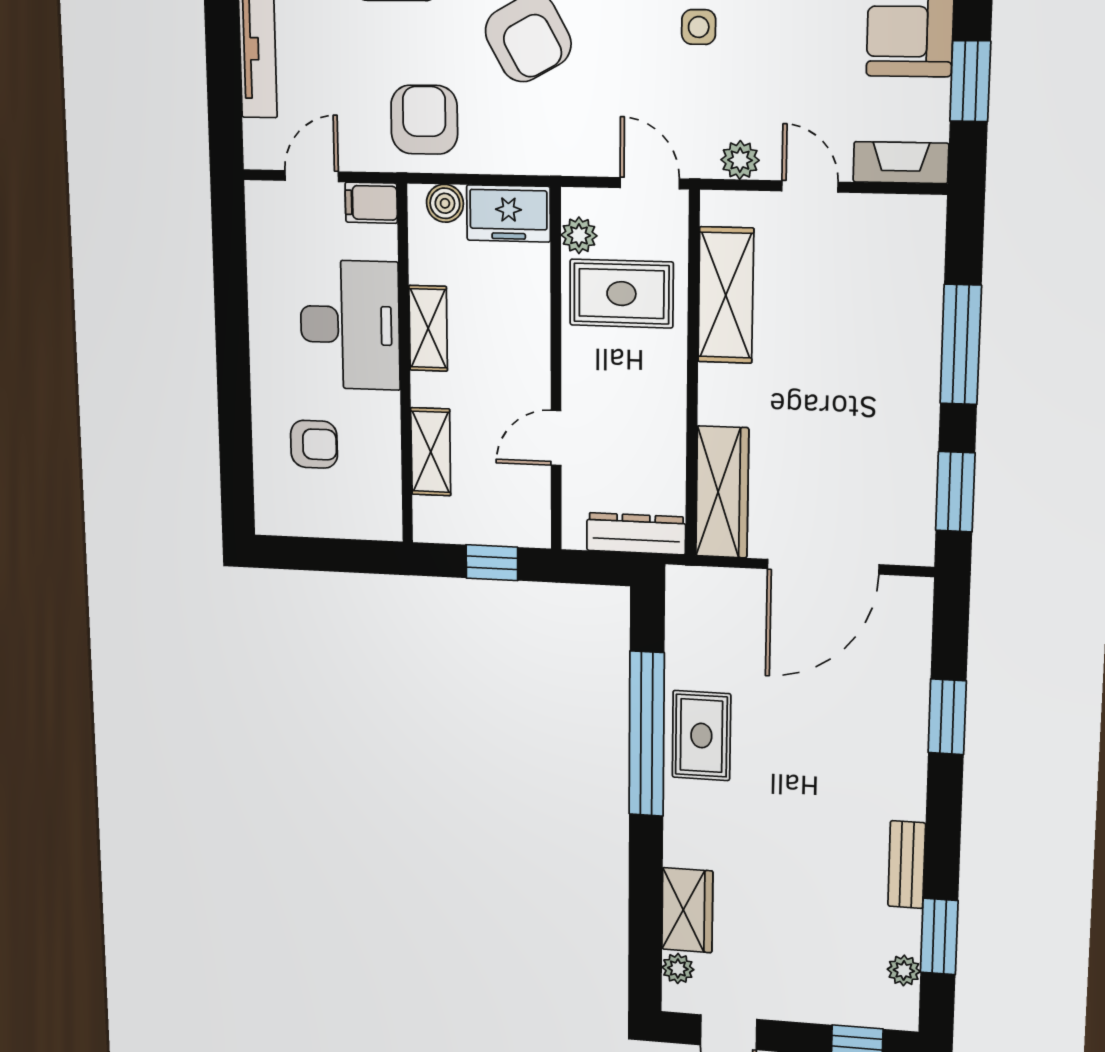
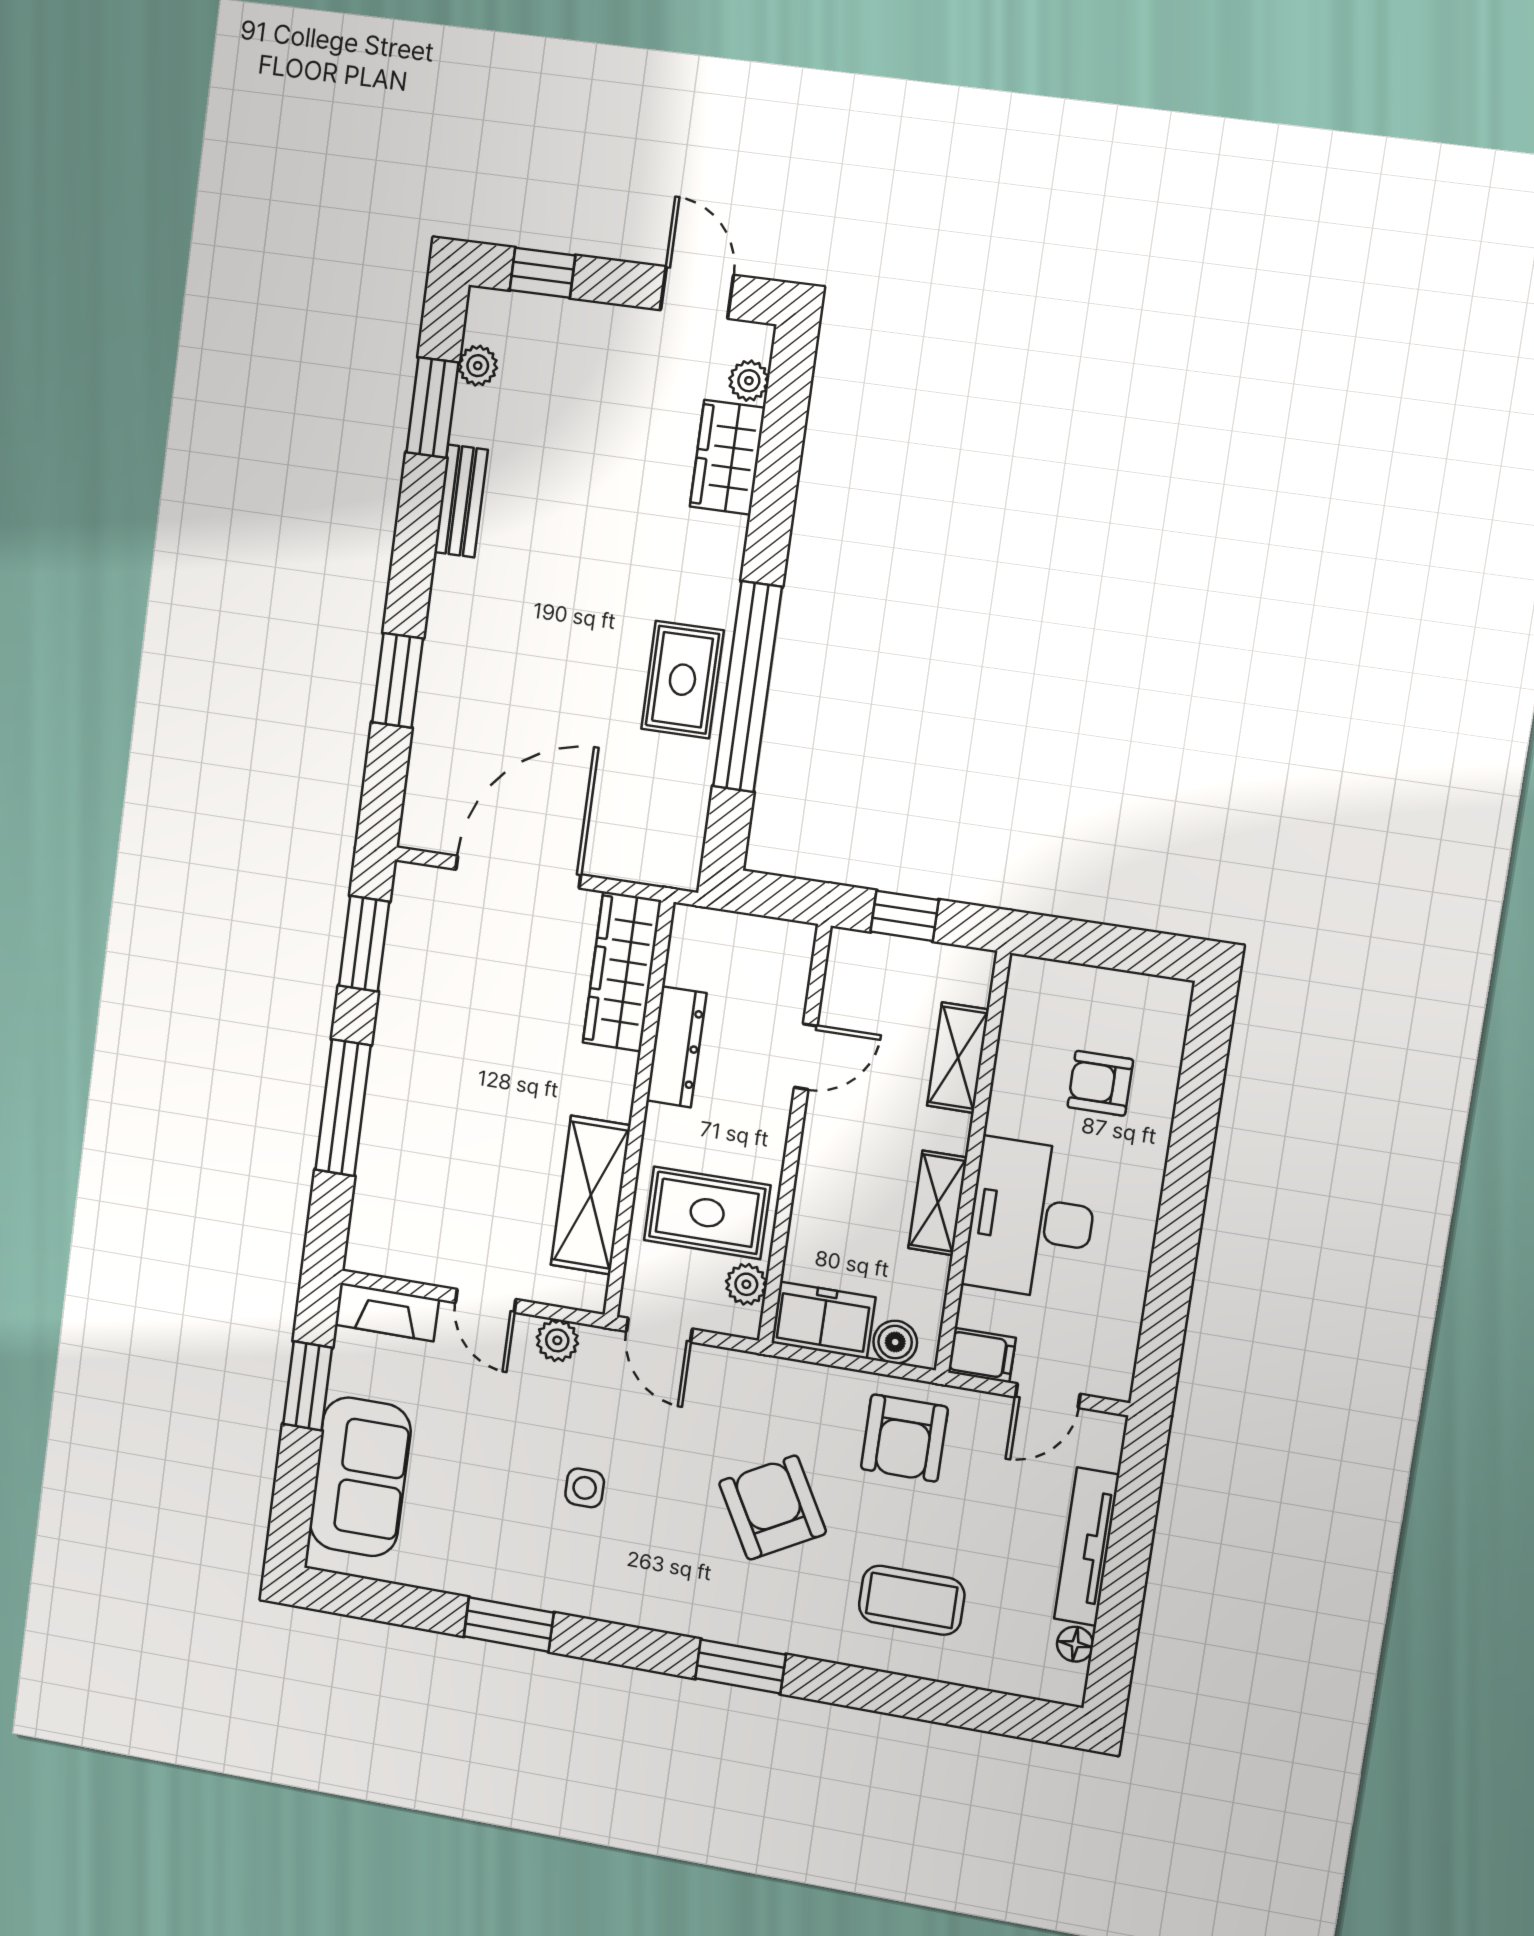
dresser: (636, 534) -> (676, 1047), moved, turned -90

